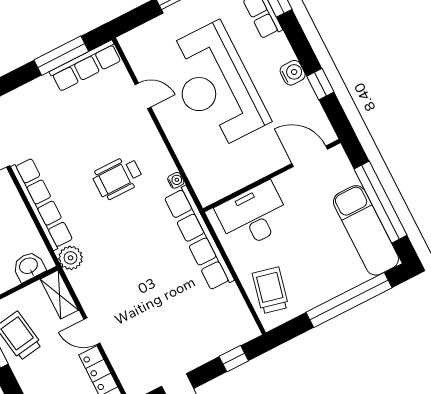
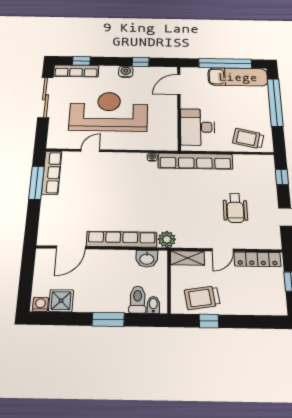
reception desk: (215, 86) -> (109, 112), turned 180
wheelchair: (118, 178) -> (235, 208), moved
washbasin: (29, 266) -> (147, 259), moved, turned -90

